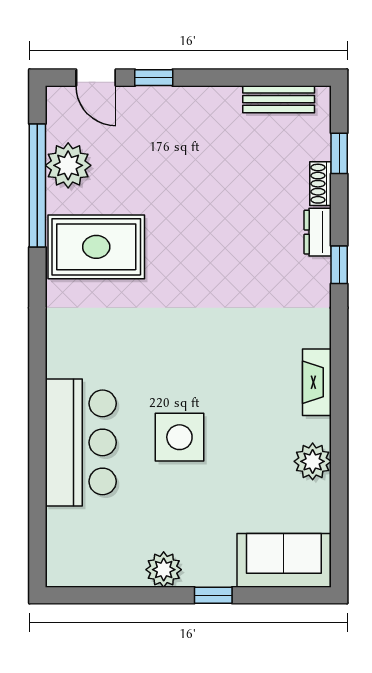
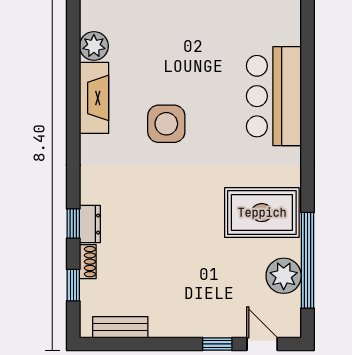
window: (339, 265) -> (73, 224), moved
fireplace: (317, 382) -> (94, 98), width x1.37, depth x1.32
side table: (179, 437) -> (166, 124), moved
bar counter: (81, 442) -> (274, 96), moved

